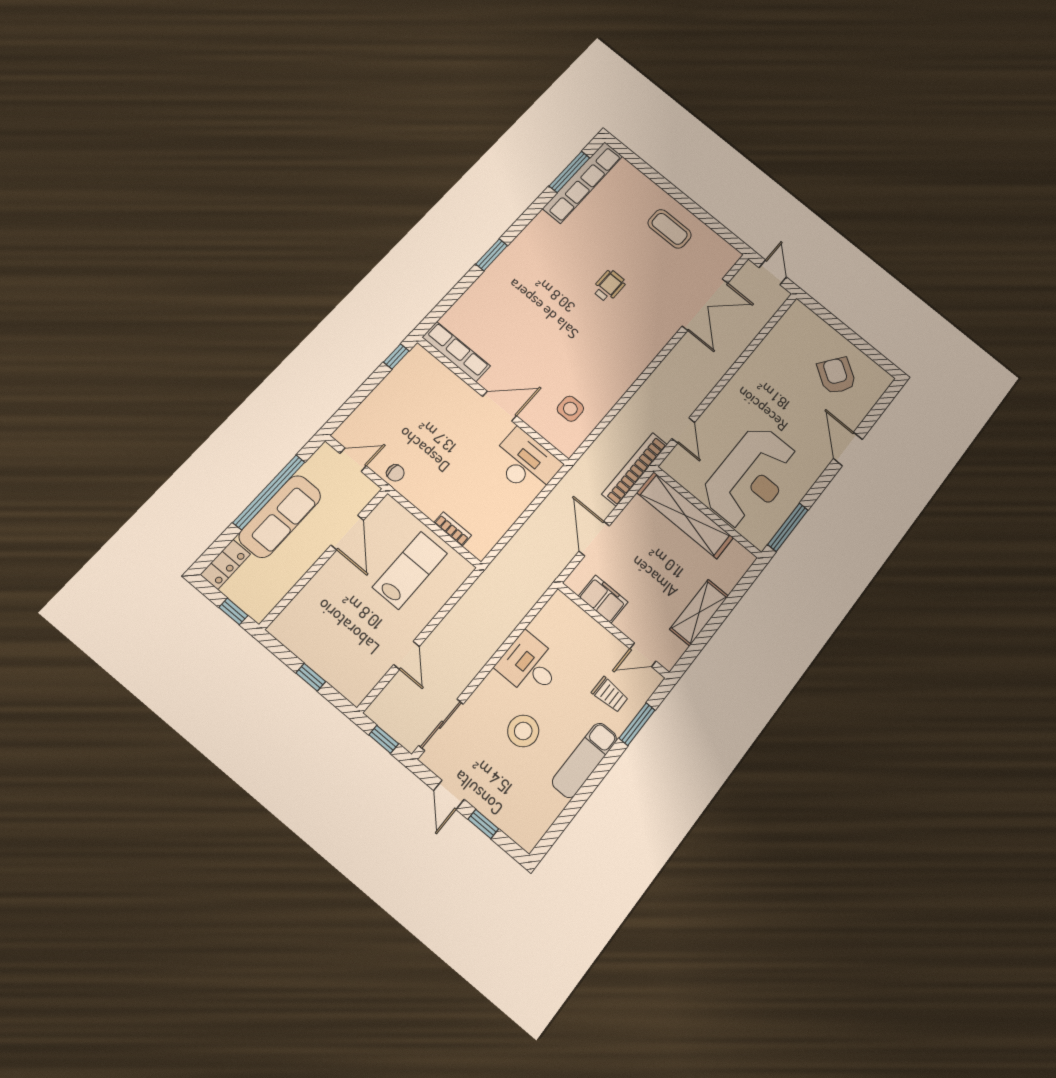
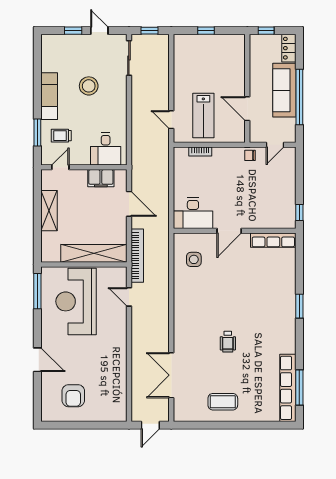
door: (773, 272) -> (150, 425), hinge flipped
armchair: (837, 376) -> (73, 396), turned 55
door: (406, 655) -> (171, 120), moved
desk: (529, 665) -> (106, 149), moved, turned 90

